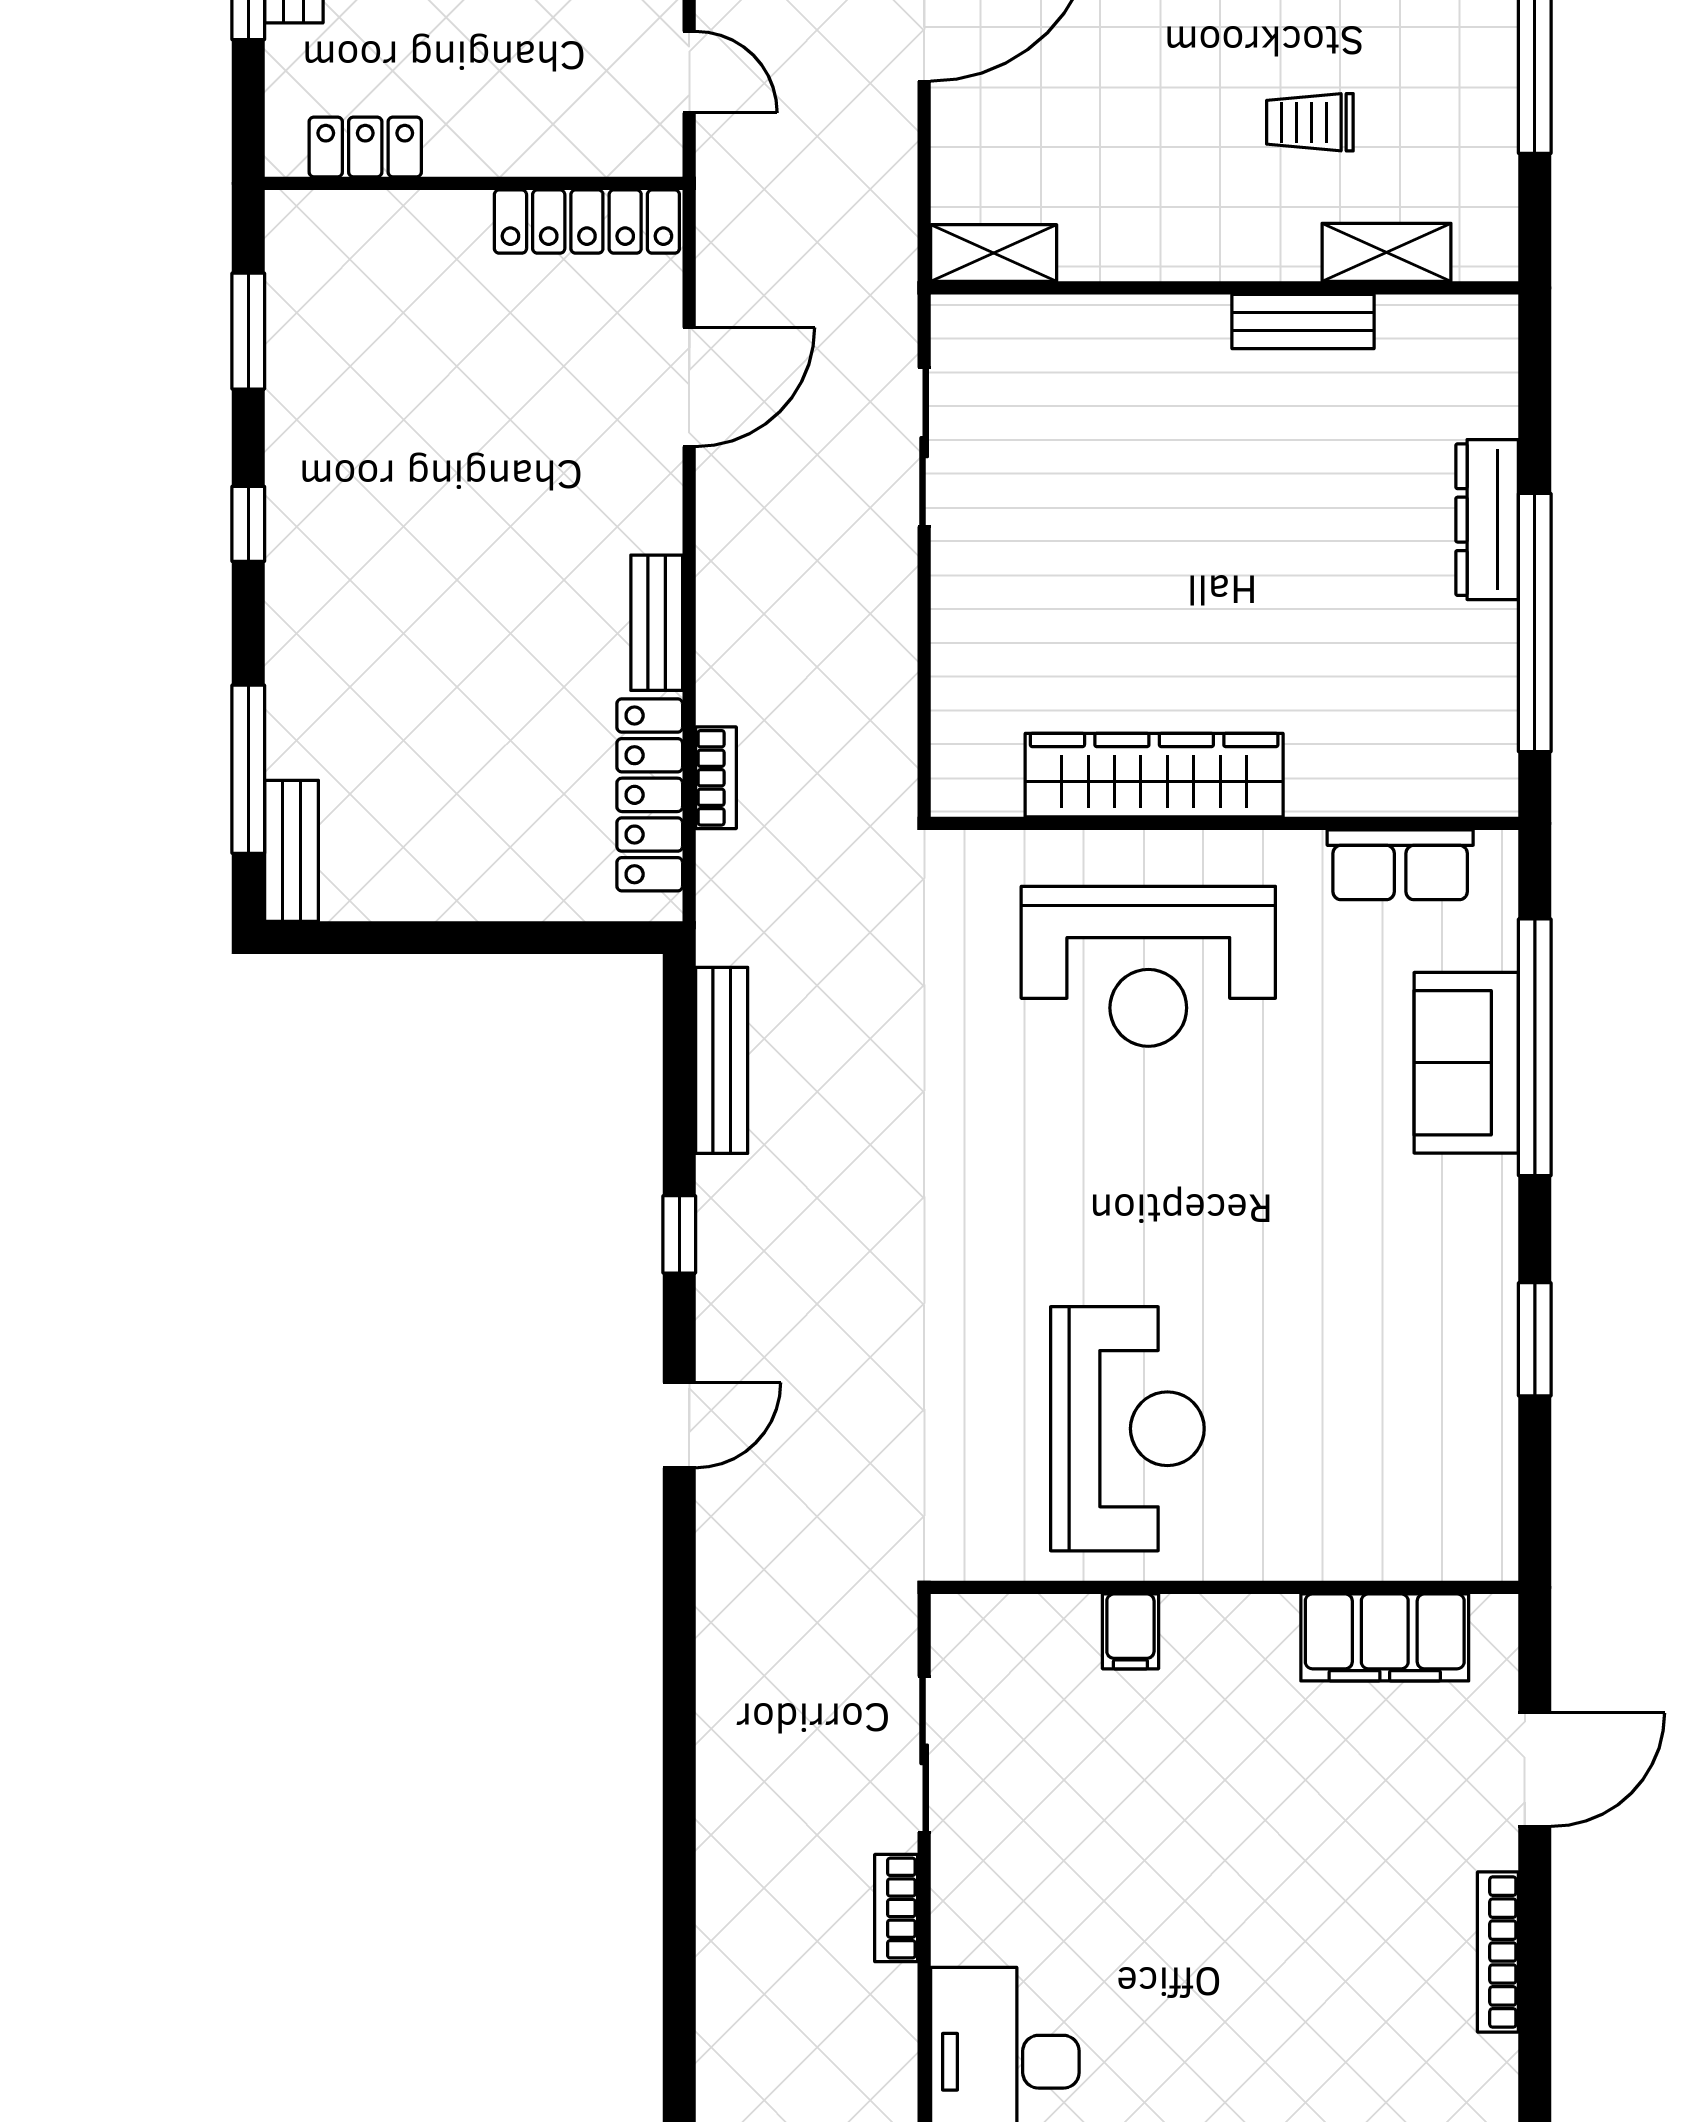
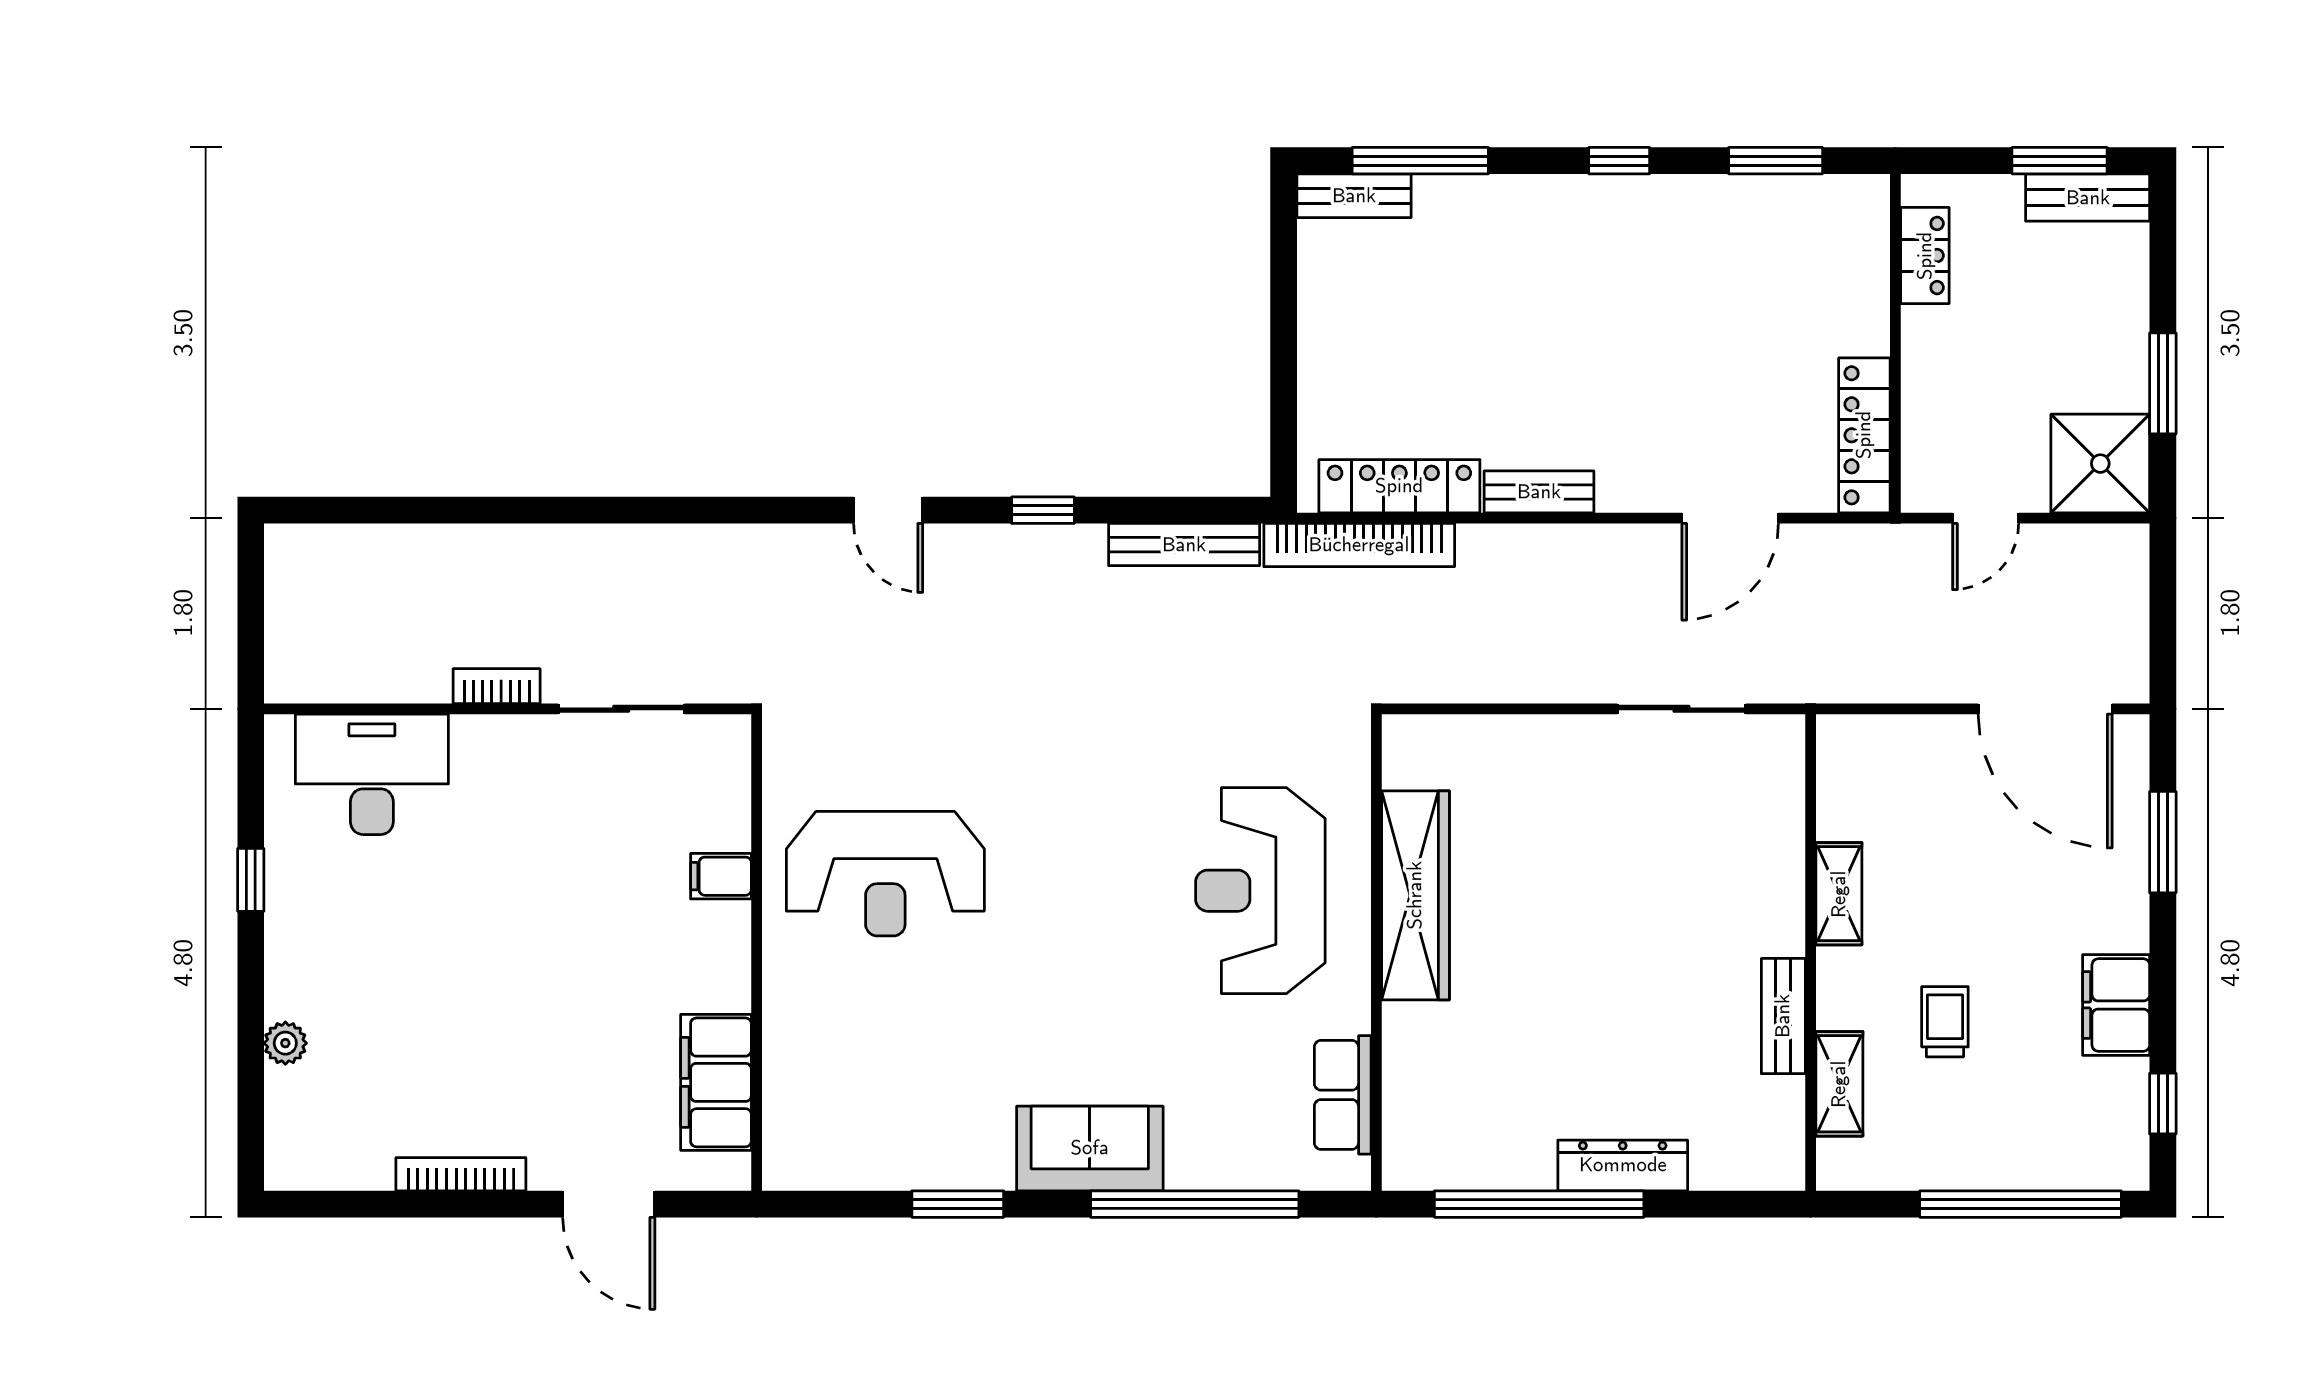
shelving: (994, 253) -> (1839, 894), moved
door: (689, 387) -> (1730, 518), hinge flipped
bookcase: (716, 778) -> (1359, 545), width x2.31, depth x1.31
sofa: (1466, 1063) -> (1090, 1148), moved

